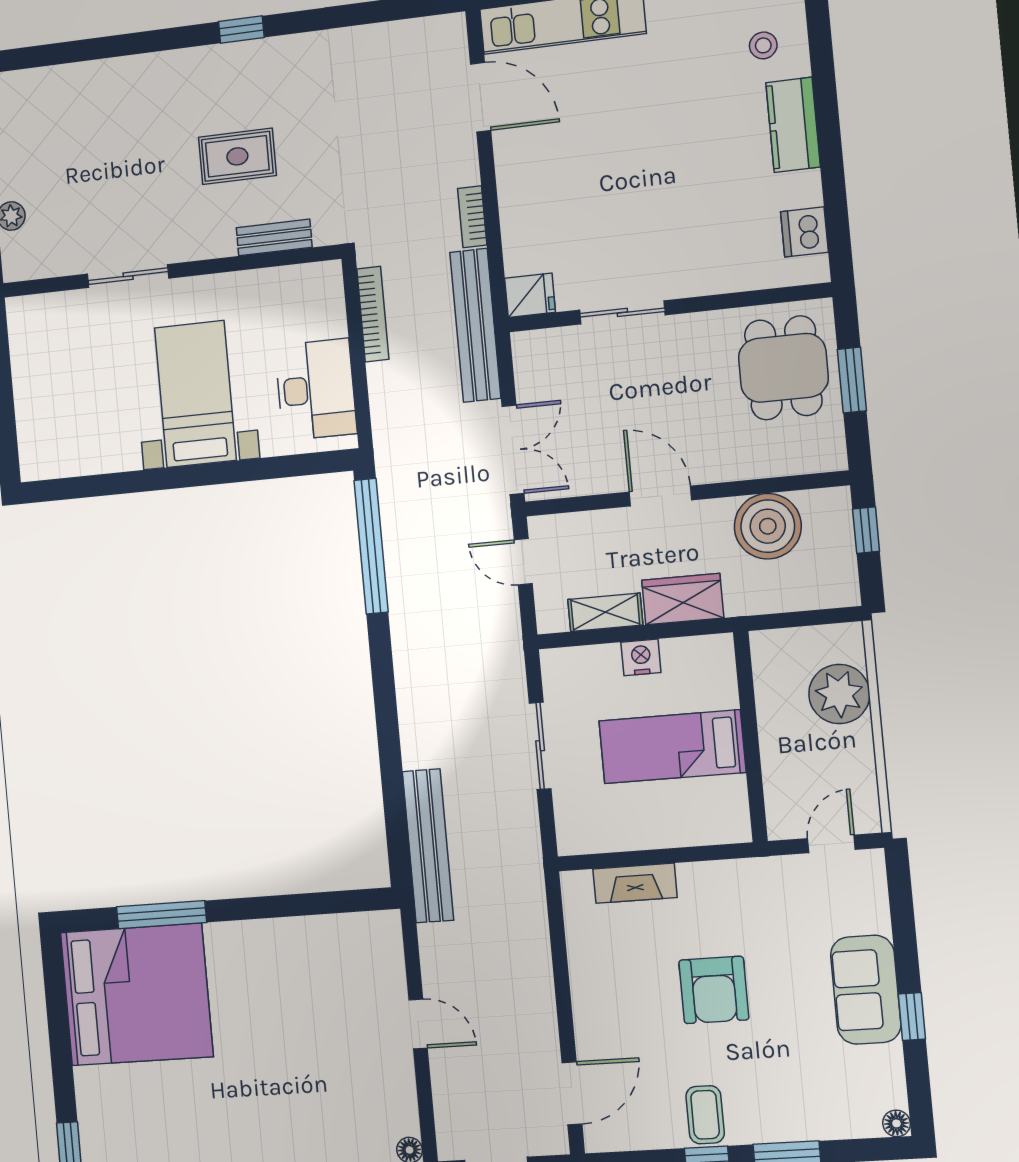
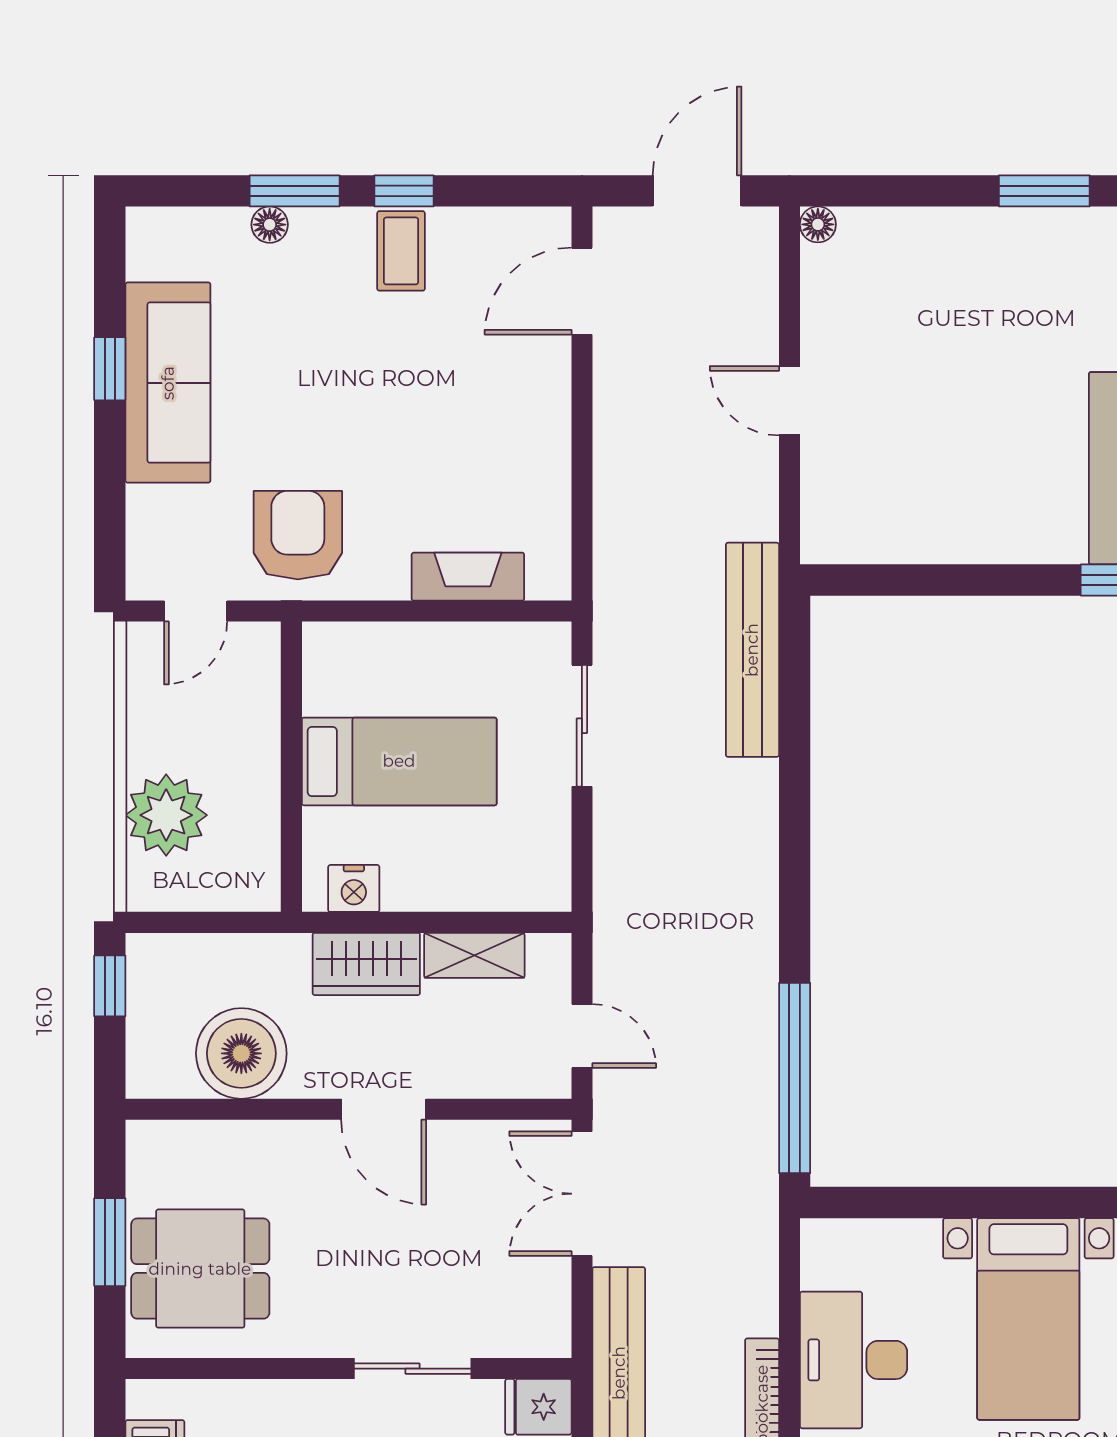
dining table: (783, 368) -> (200, 1269), turned 90
desk: (316, 389) -> (854, 1360), moved
window: (866, 530) -> (110, 986), moved
nightstand: (641, 657) -> (354, 888), moved
sliding door: (540, 746) -> (582, 726), moved
armchair: (714, 990) -> (298, 535), moved
sofa: (866, 990) -> (168, 383), width x1.36
floor lamp: (896, 1123) -> (270, 225), moved

